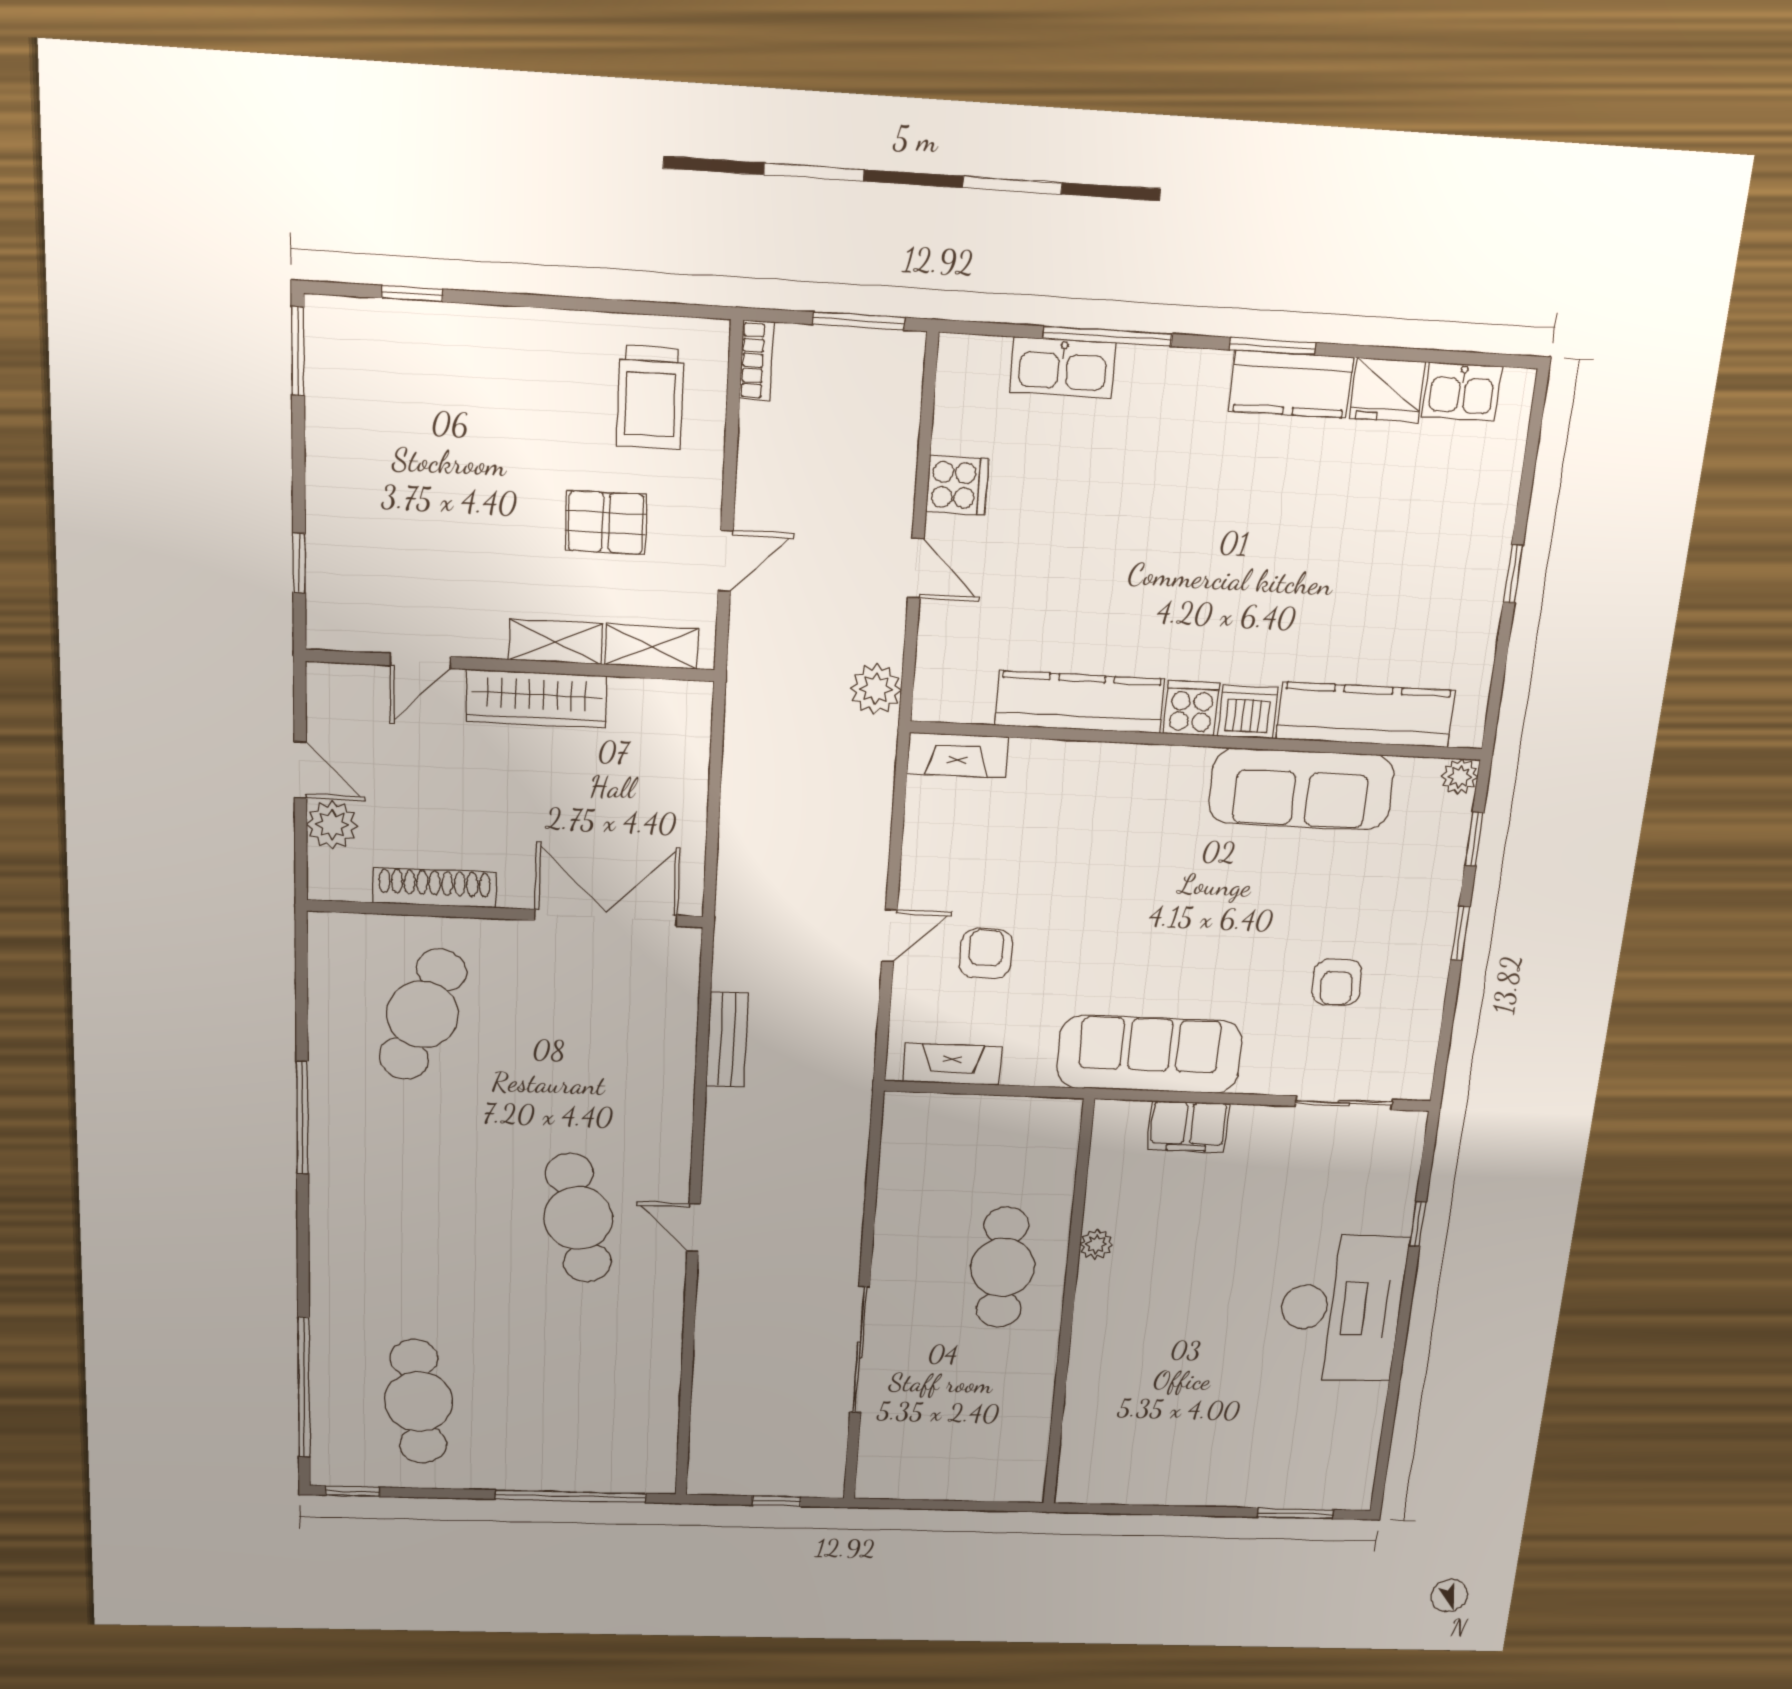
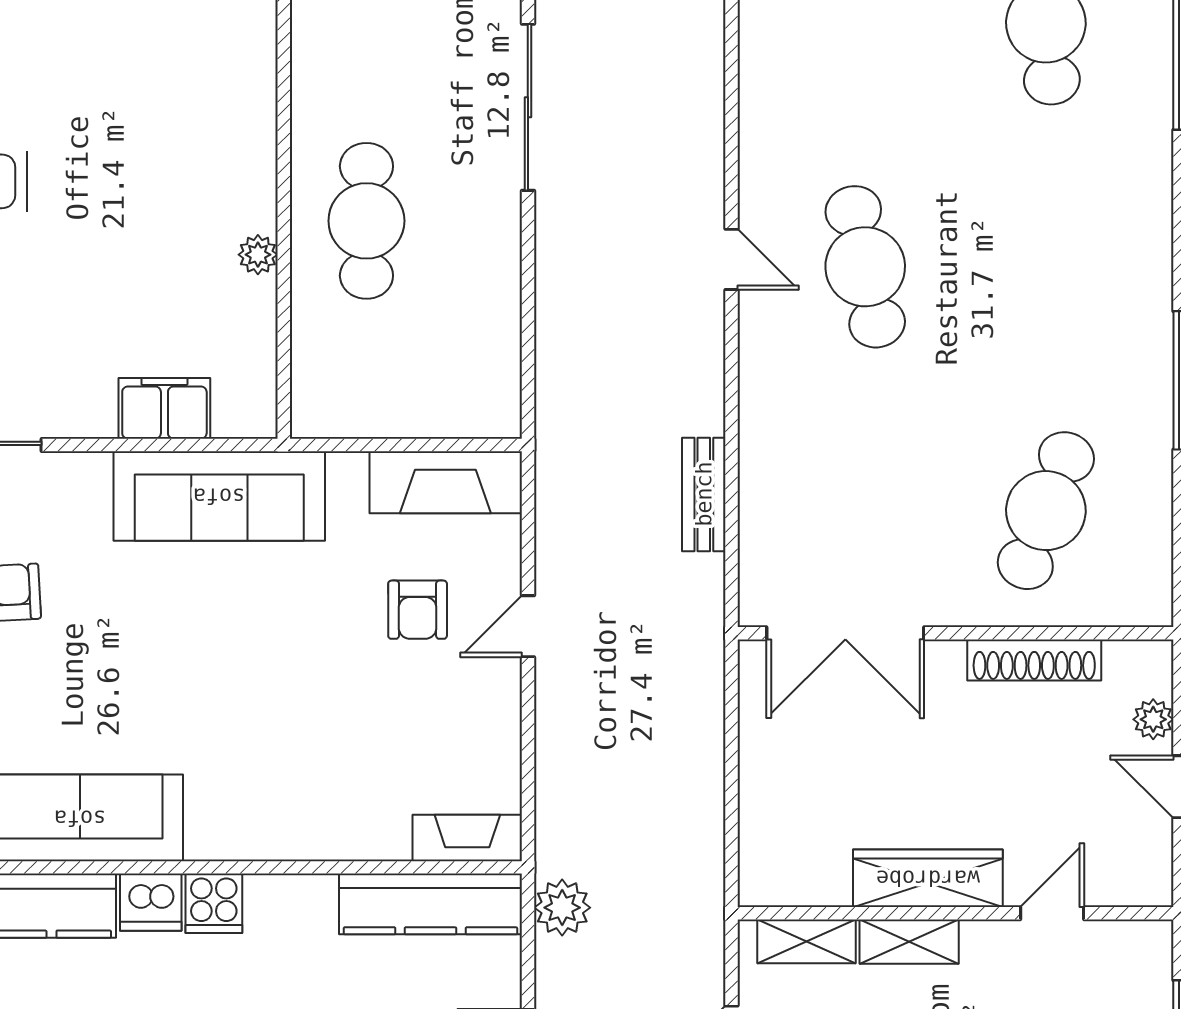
kitchen counter: (1080, 702) -> (430, 904), moved
plant: (332, 825) -> (1153, 719), width x0.73, depth x0.73
fireplace: (952, 1064) -> (445, 482), width x1.37, depth x1.32

